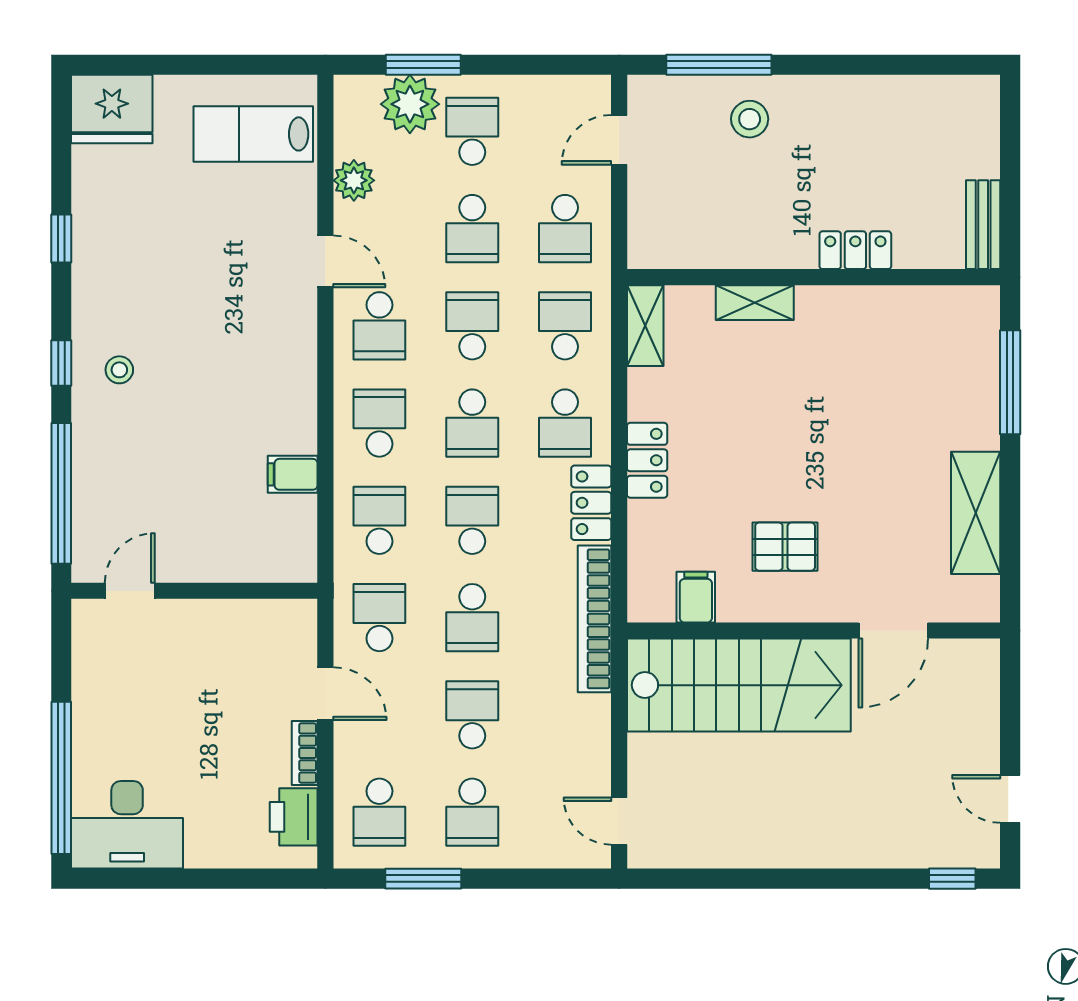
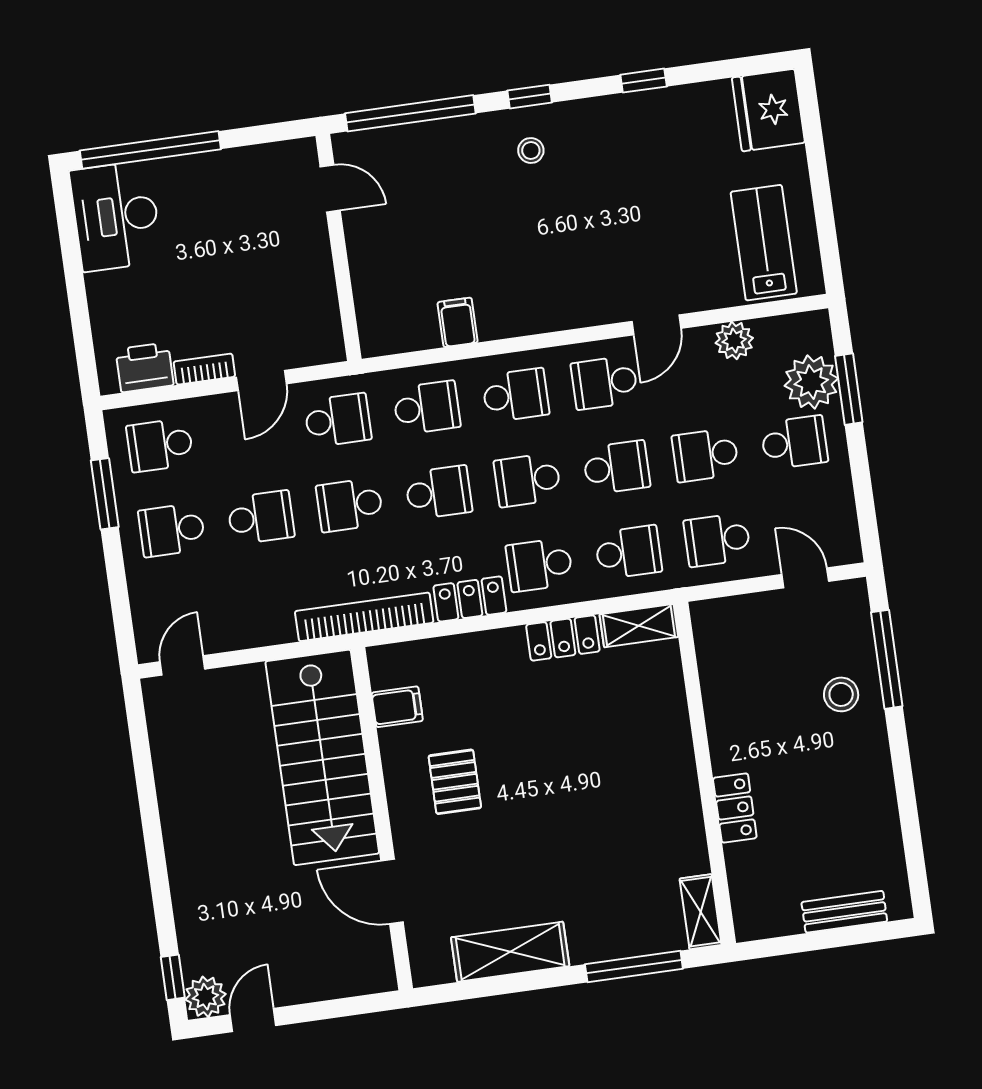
bench: (983, 225) -> (844, 912), moved
shelving: (755, 303) -> (701, 912), moved
locker: (647, 460) -> (563, 638), moved
plant: (978, 846) -> (205, 997), added

